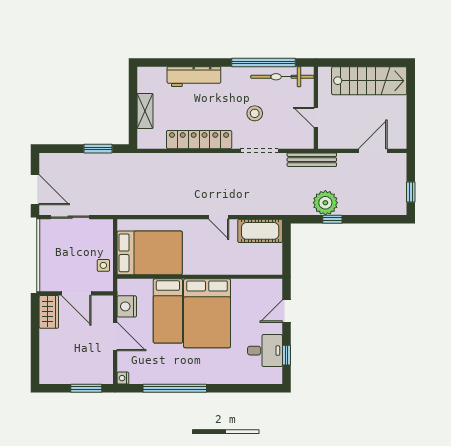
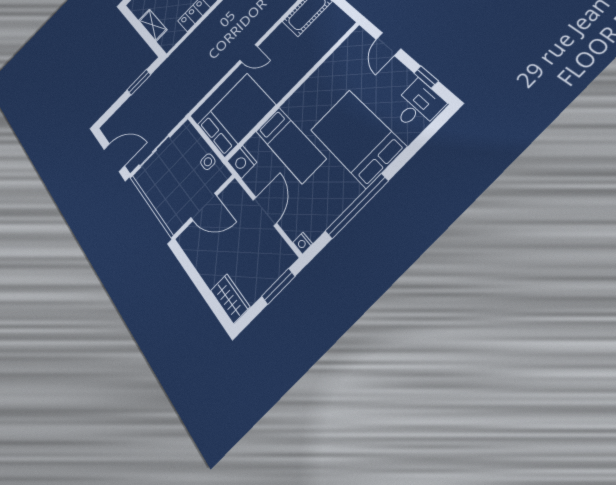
door: (219, 217) -> (249, 53), moved
nightstand: (127, 306) -> (242, 162), moved
wardrobe: (49, 312) -> (230, 299), moved
bed: (207, 313) -> (357, 138), moved, turned 180
door: (115, 336) -> (265, 211), hinge flipped
desk: (265, 351) -> (418, 106), moved

